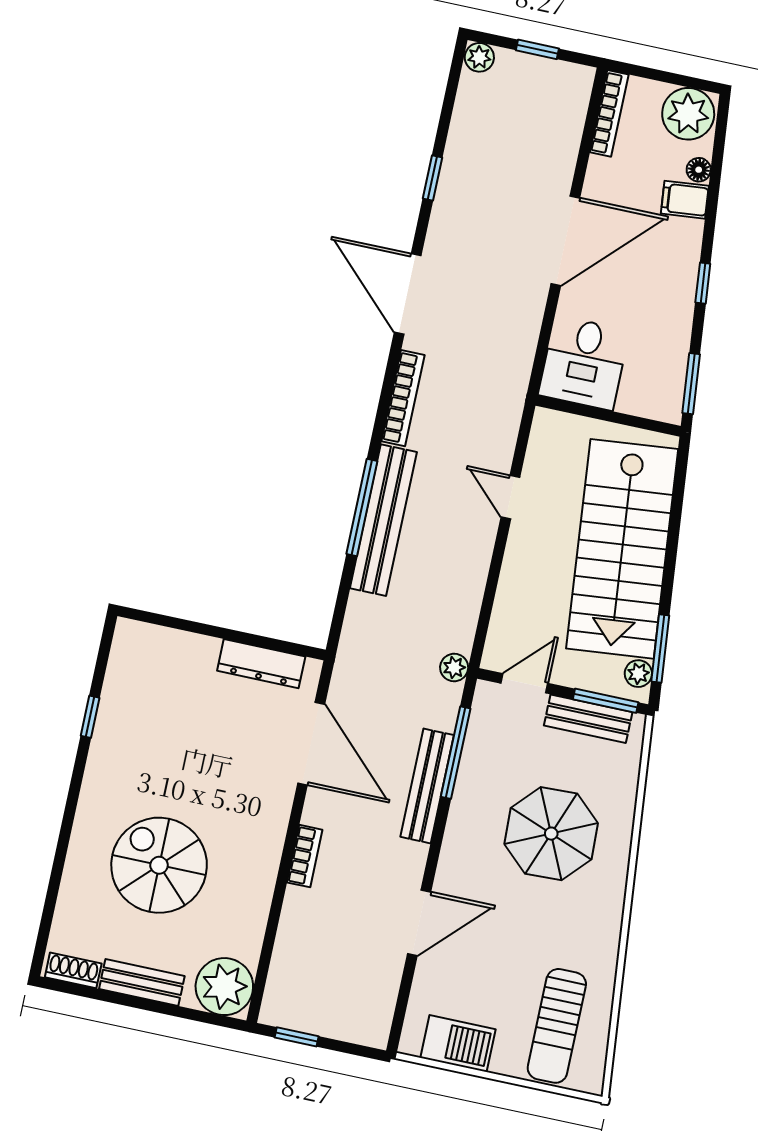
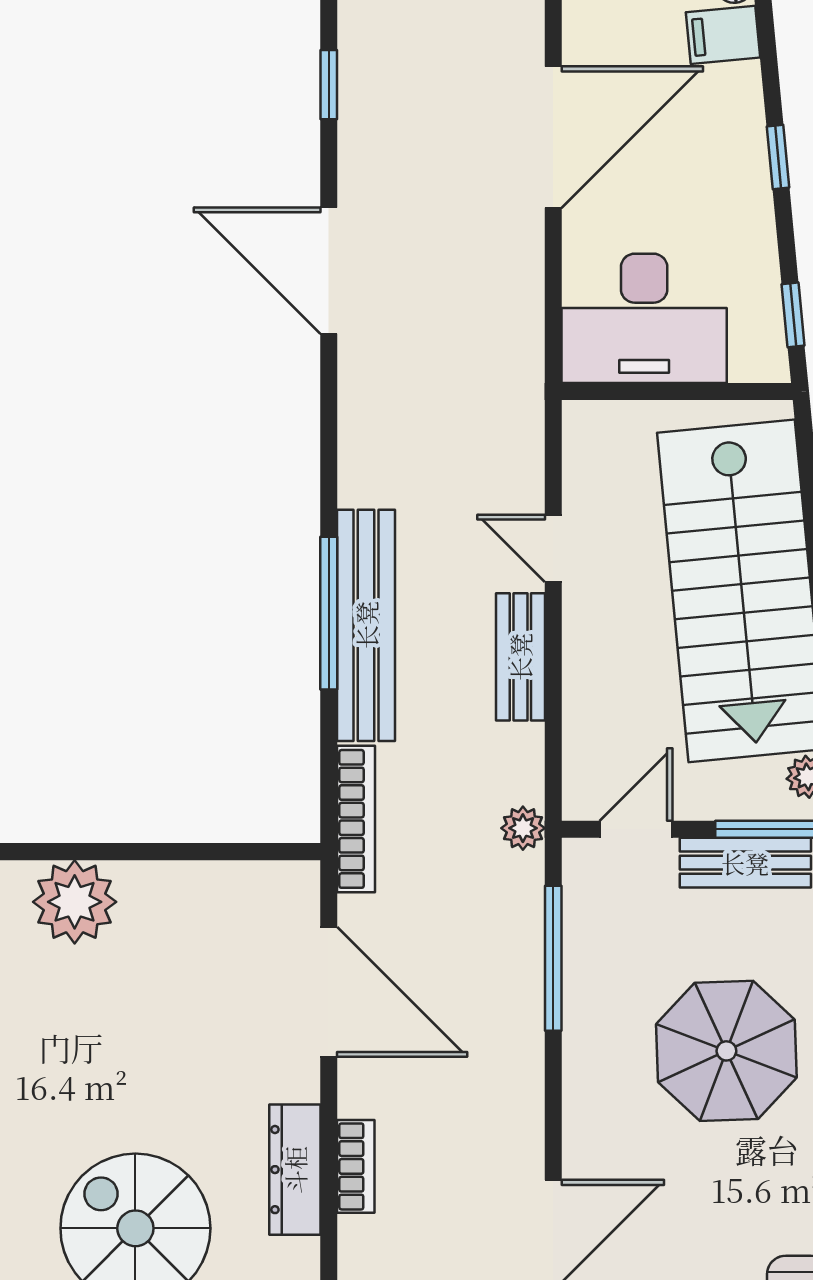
desk: (584, 363) -> (644, 318), width x1.37
window: (691, 384) -> (793, 315), width x0.67
bookcase: (403, 398) -> (356, 819), moved
plant: (165, 654) -> (75, 902), added
dresser: (261, 664) -> (295, 1170), moved, turned 90
bench: (427, 786) -> (520, 657), moved, width x0.73

